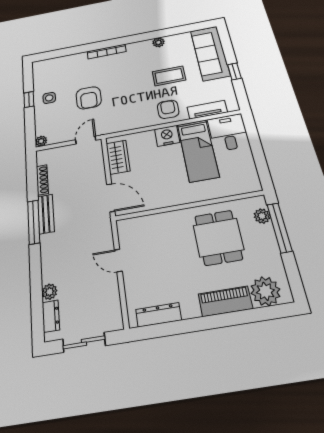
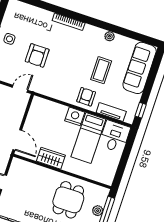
window: (234, 71) -> (141, 110), moved
coffee table: (169, 76) -> (101, 70), turned 90
wardrobe: (118, 157) -> (51, 158), moved, turned -90
plant: (262, 216) -> (98, 211), moved

